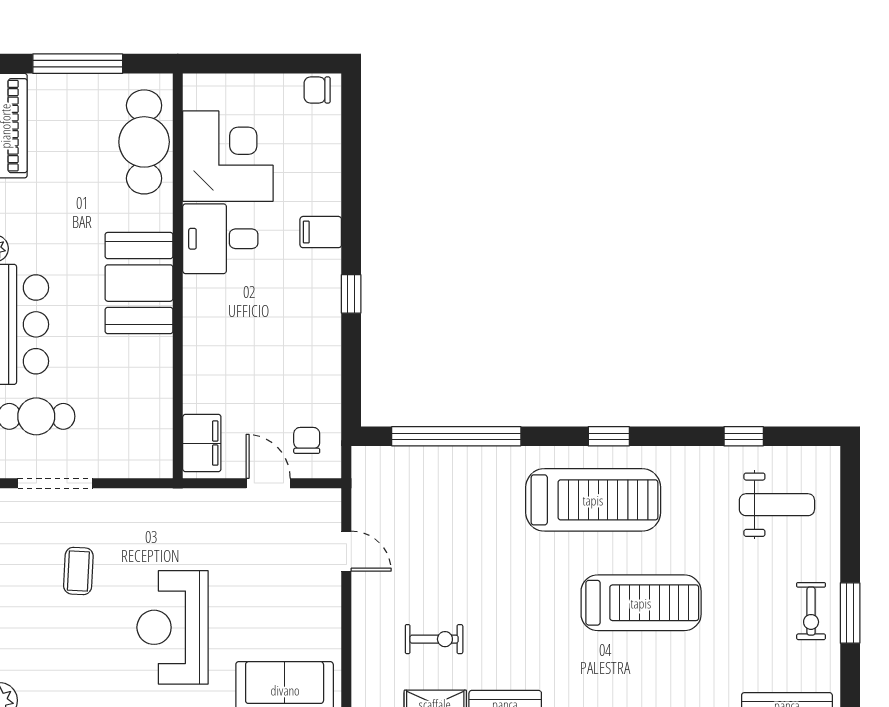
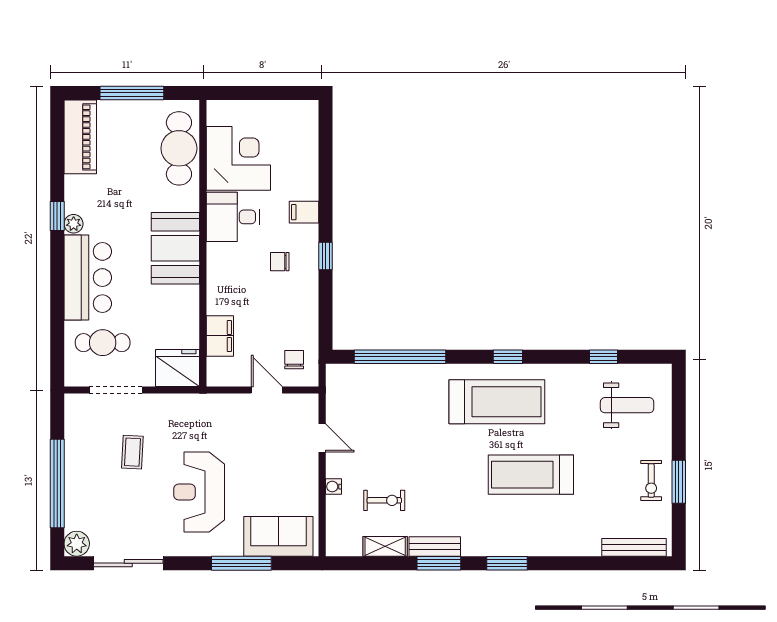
chair: (317, 90) -> (280, 262), moved
filing cabinet: (202, 443) -> (220, 336), moved
fridge: (142, 452) -> (178, 368), added
treadmill: (641, 603) -> (531, 475), turned 180
water cooler: (362, 620) -> (334, 487), added

